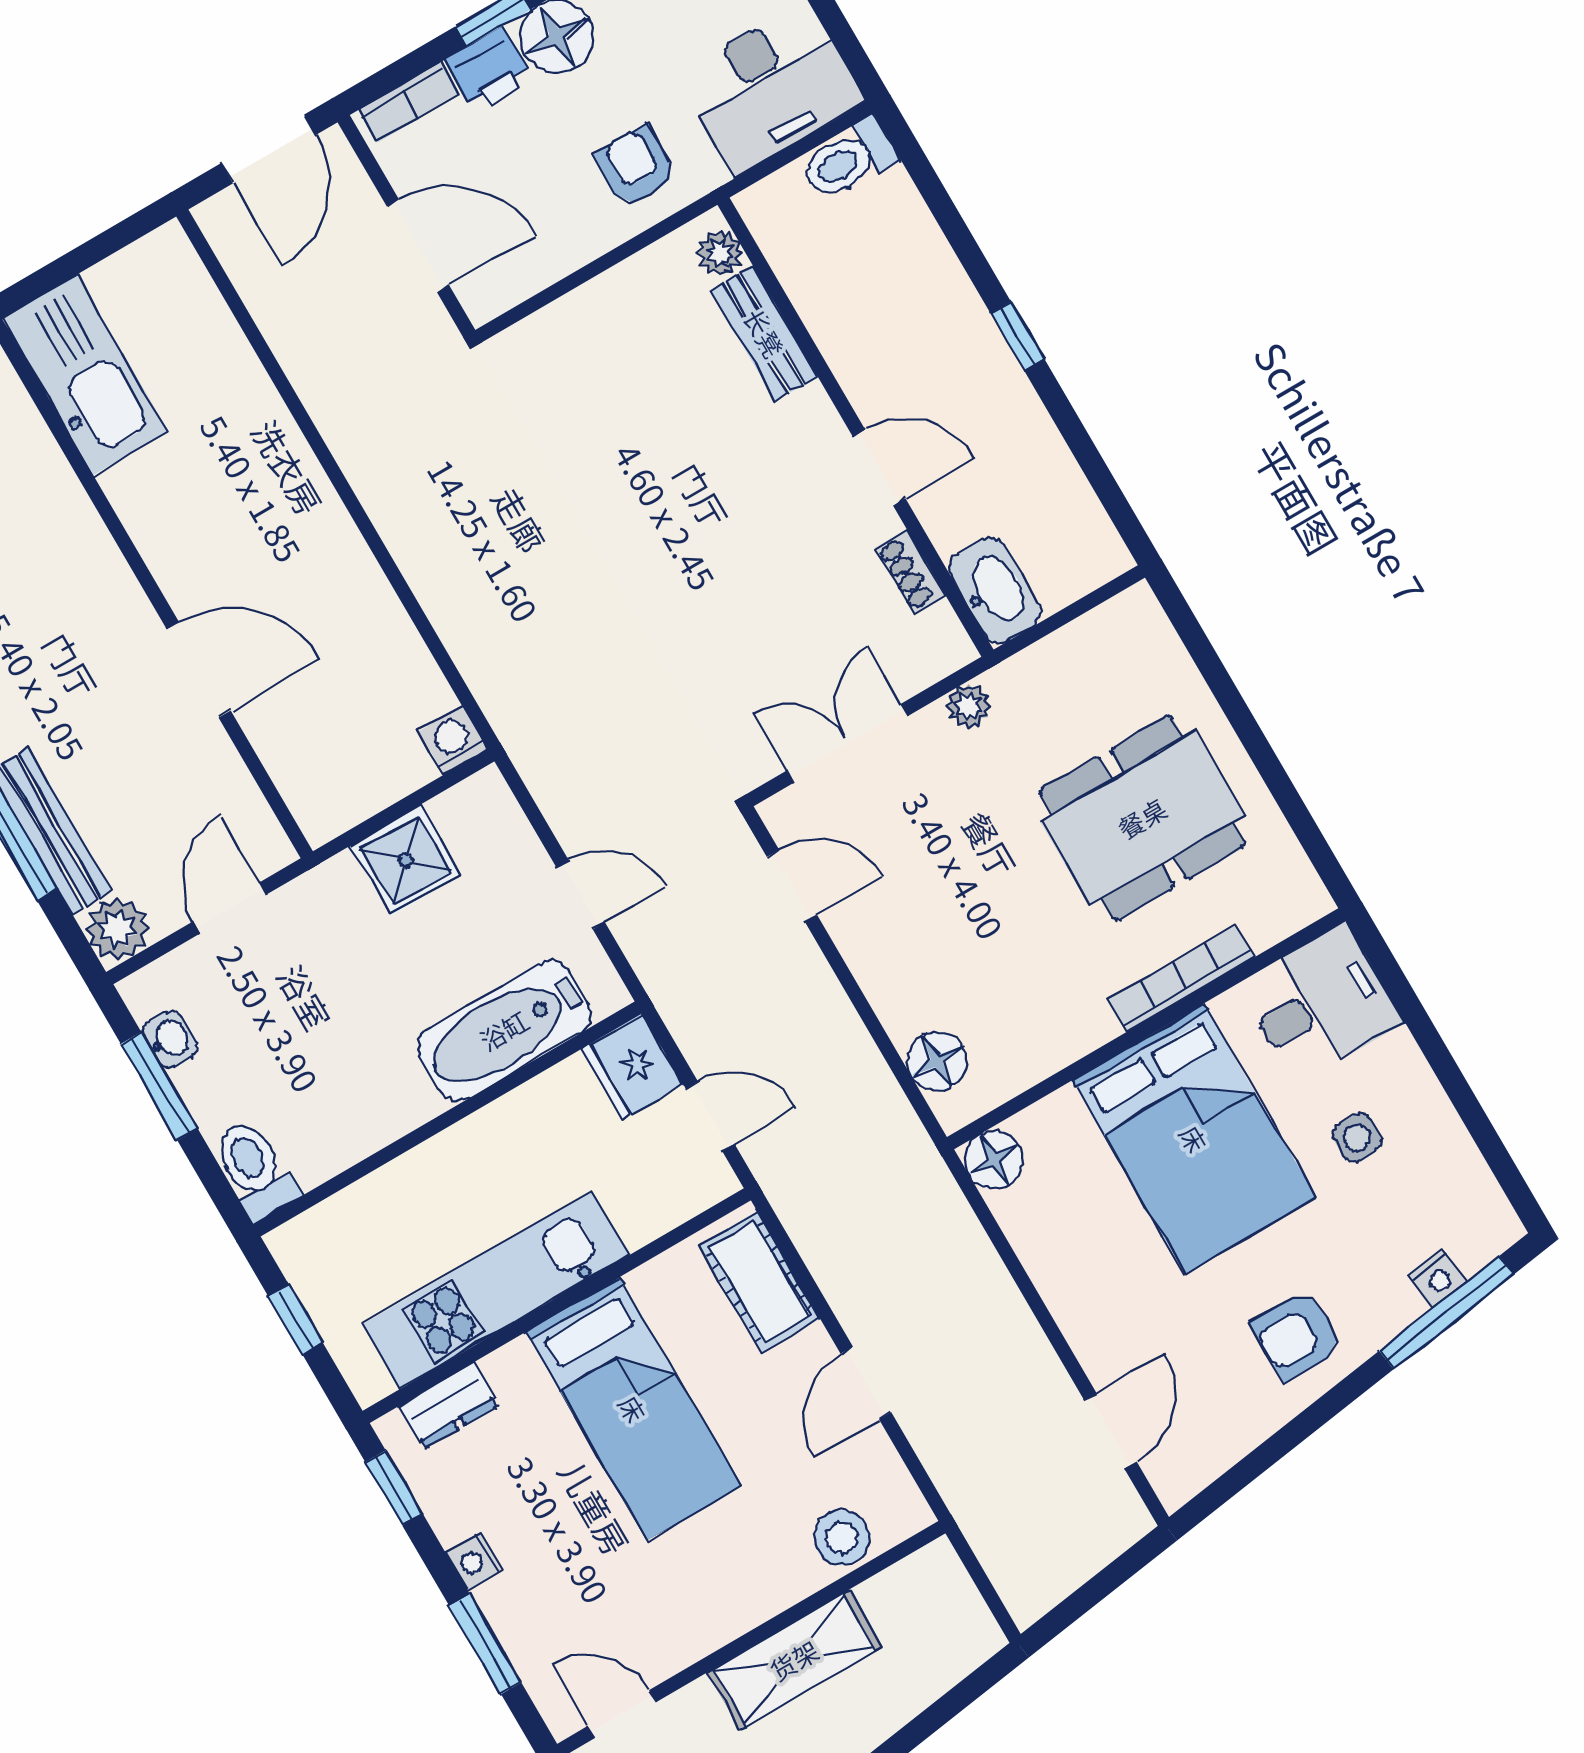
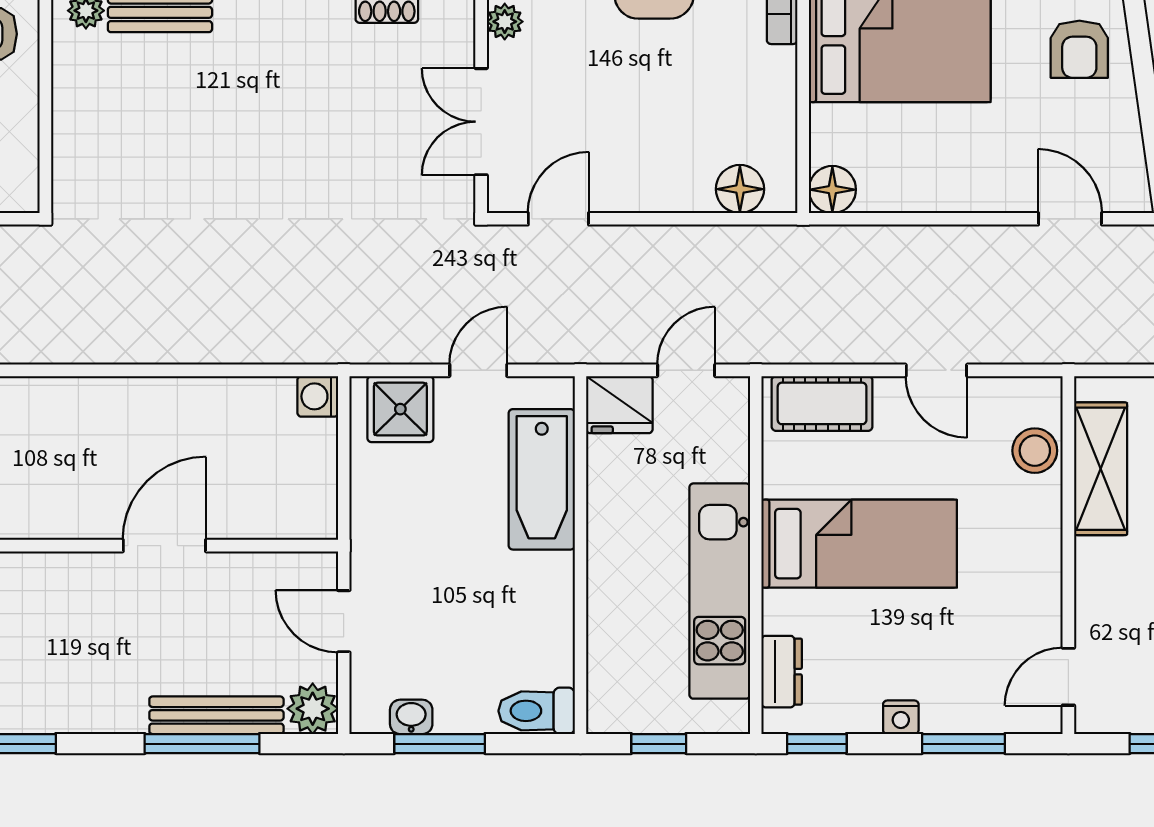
shower: (406, 860) -> (400, 409), moved
shelving: (794, 1660) -> (1101, 469), moved

